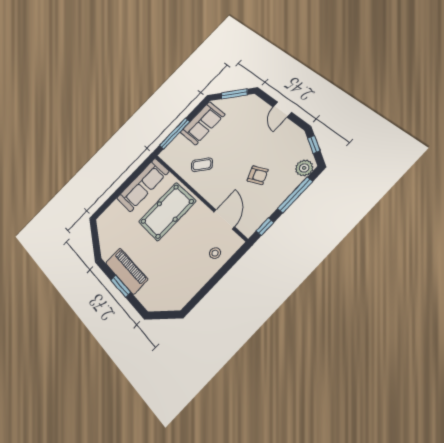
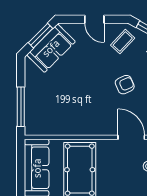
sofa: (203, 123) -> (51, 48), moved, turned 45
coffee table: (202, 165) -> (123, 42), moved

